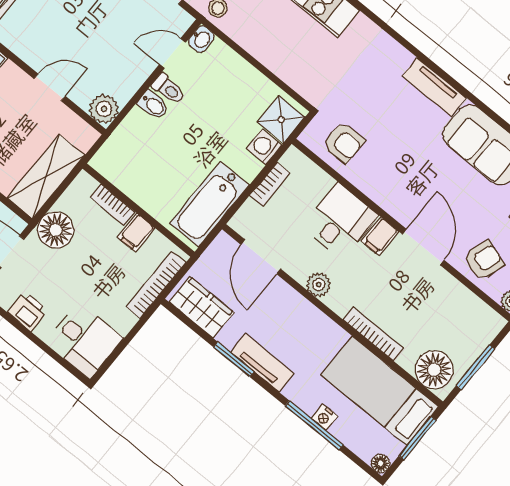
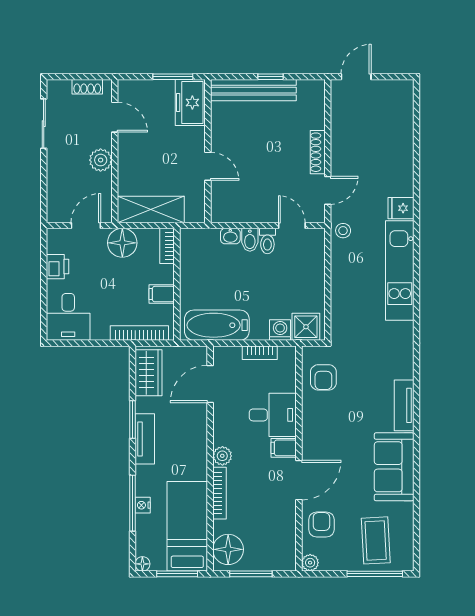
washbasin: (201, 39) -> (230, 236), moved
plant: (104, 109) -> (222, 211), removed
bookcase: (112, 205) -> (167, 246), moved
armchair: (484, 260) -> (321, 525), turned -108
plant: (319, 285) -> (222, 456), moved

